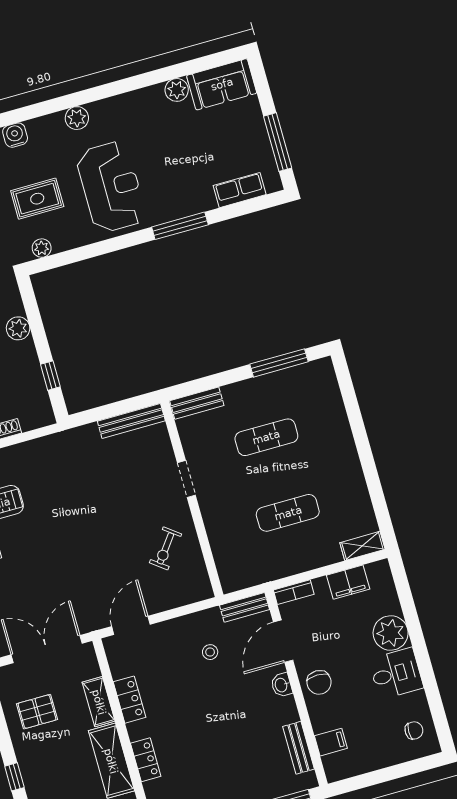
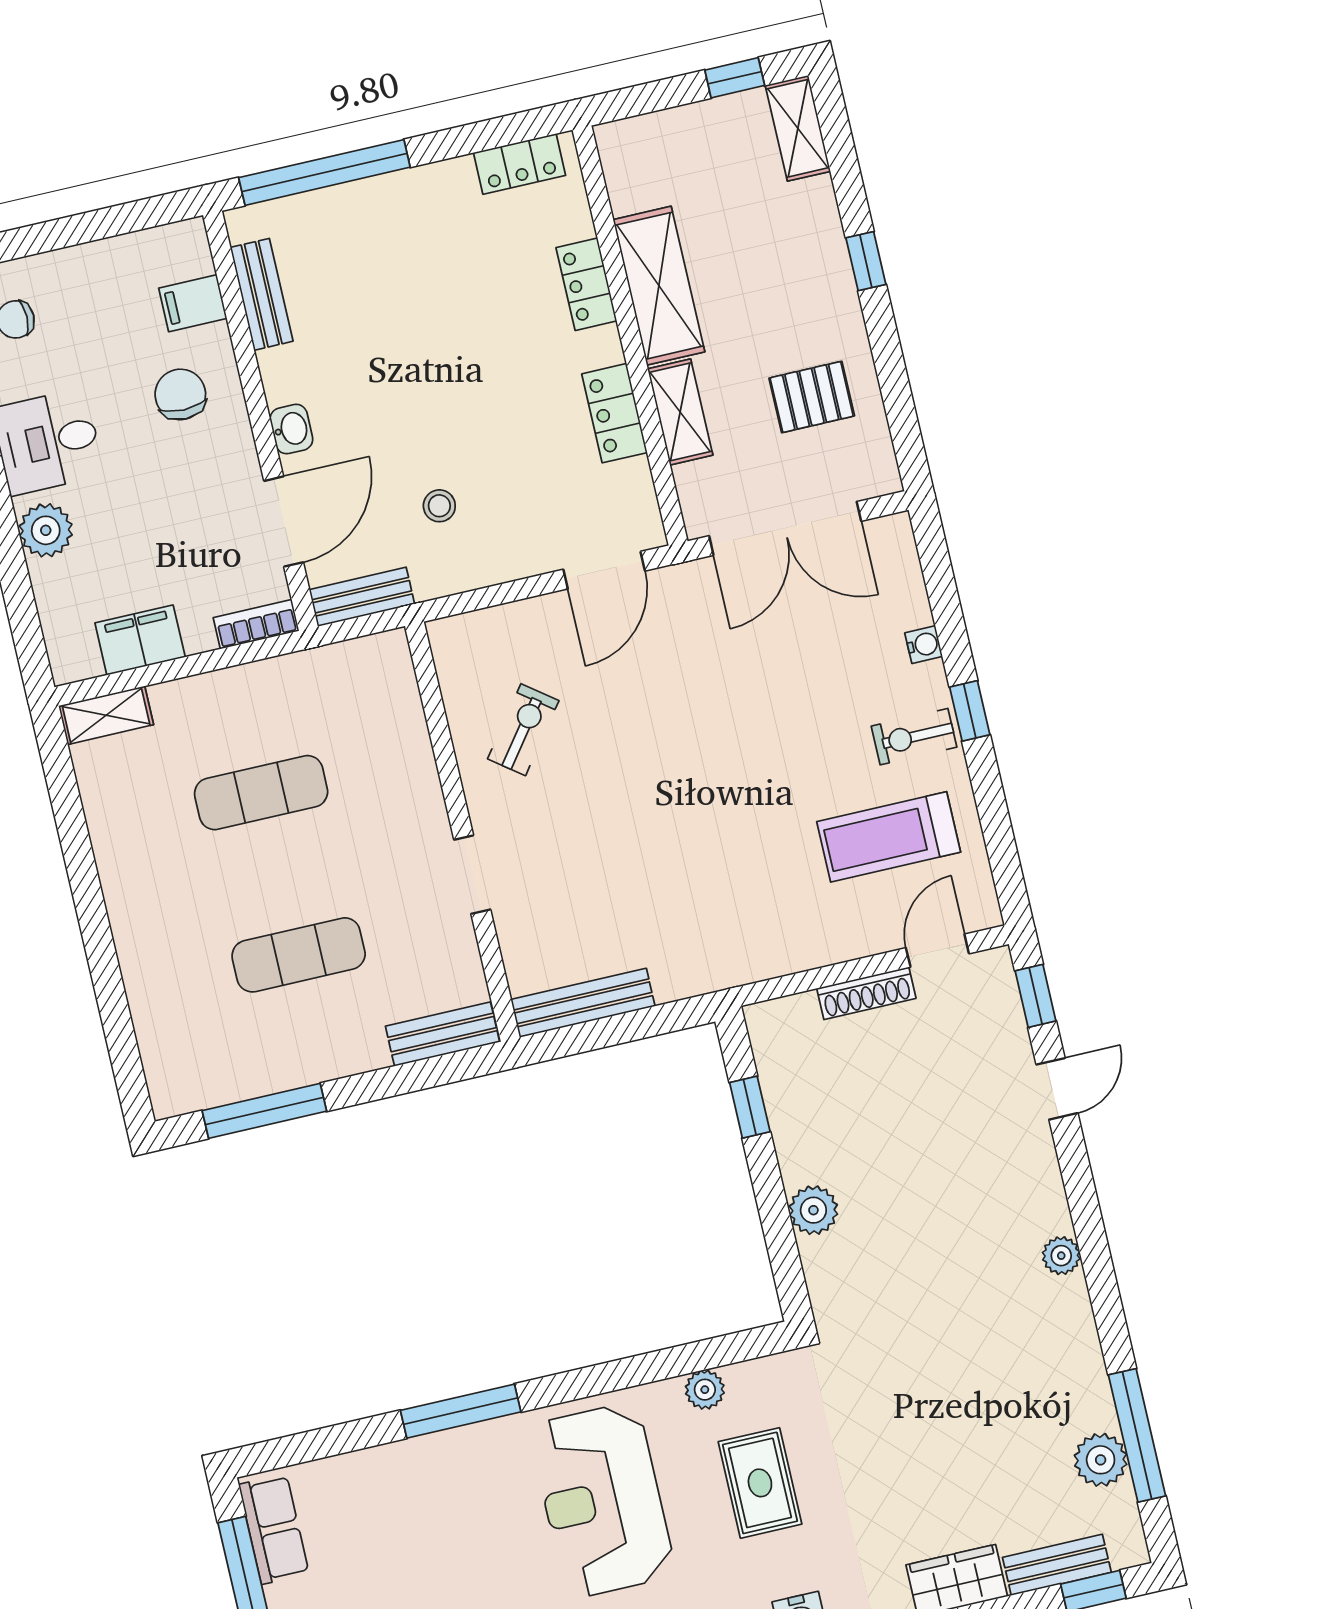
row of seats: (240, 190) -> (274, 1529), moved, turned -90
rug: (37, 199) -> (760, 1483), turned 90
plant: (42, 248) -> (705, 1390), moved
plant: (391, 633) -> (46, 530), width x0.73, depth x0.73
chair: (319, 682) -> (180, 394), moved

